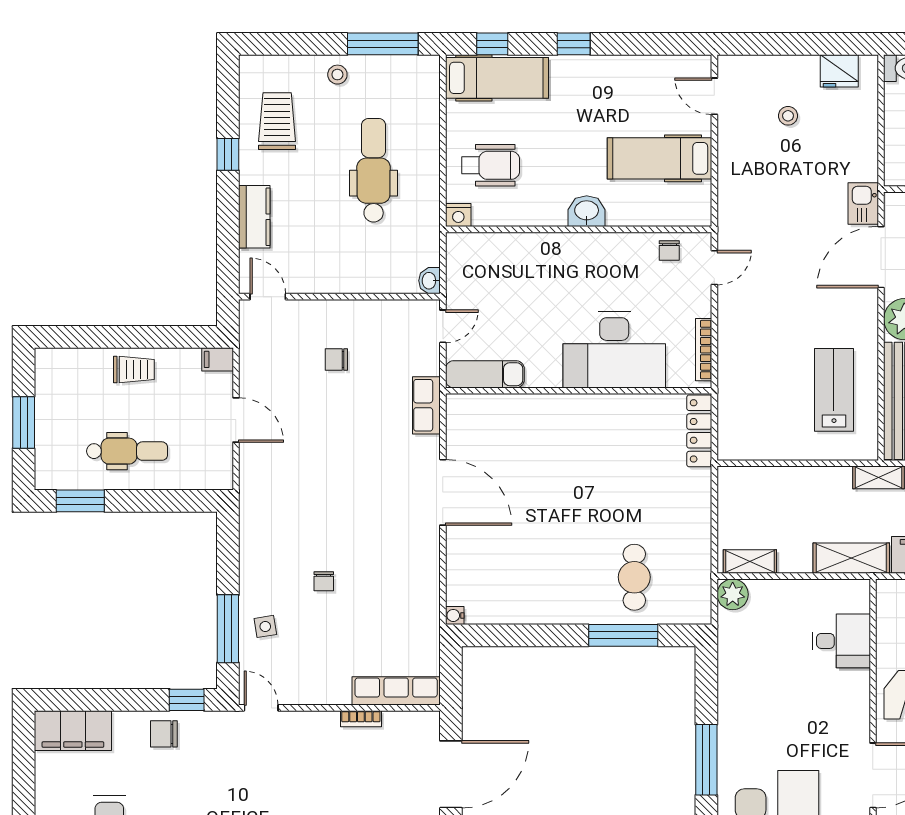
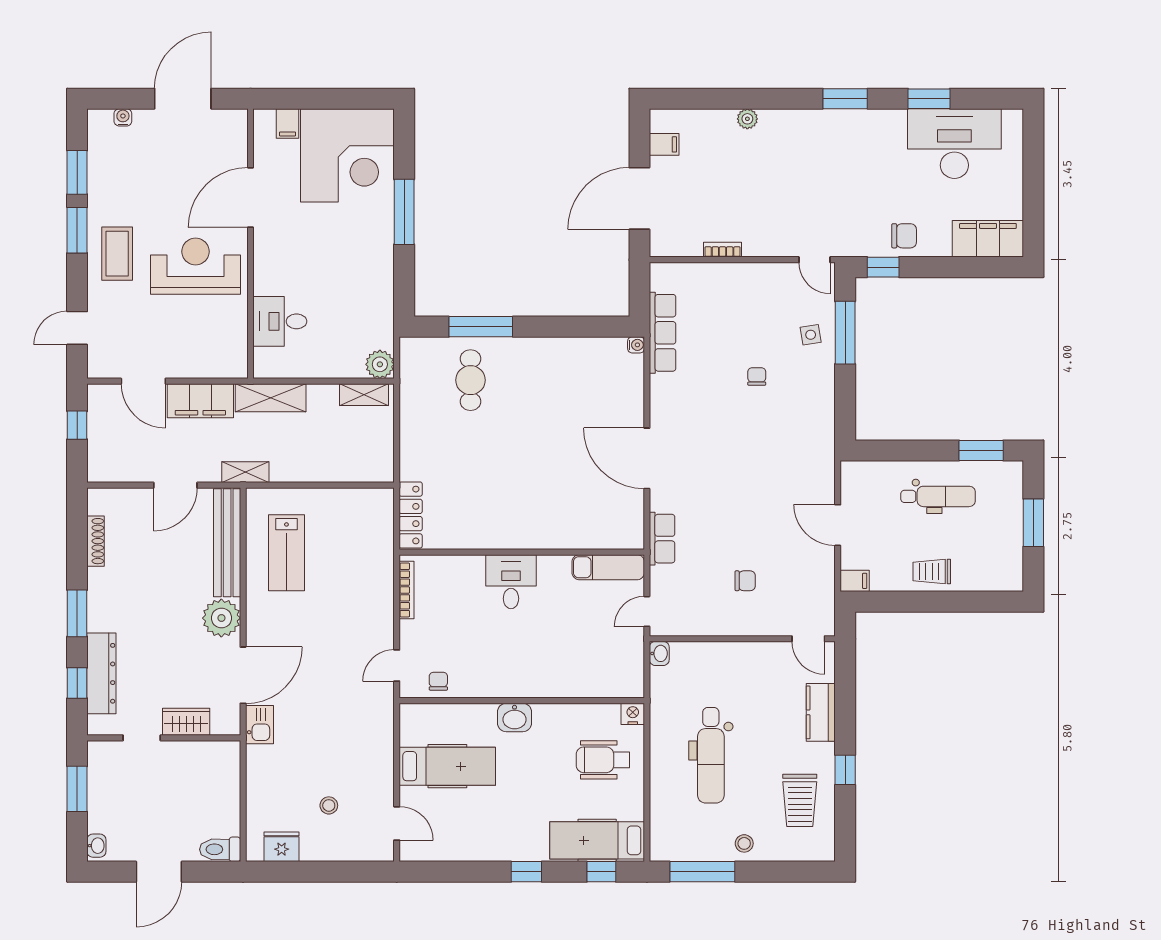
desk: (614, 350) -> (511, 582), width x0.53, depth x0.77
dental chair: (127, 451) -> (938, 496), turned 180
row of seats: (396, 691) -> (663, 333), moved, turned -90

